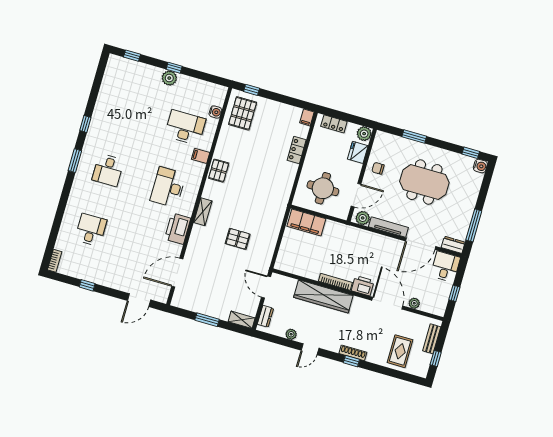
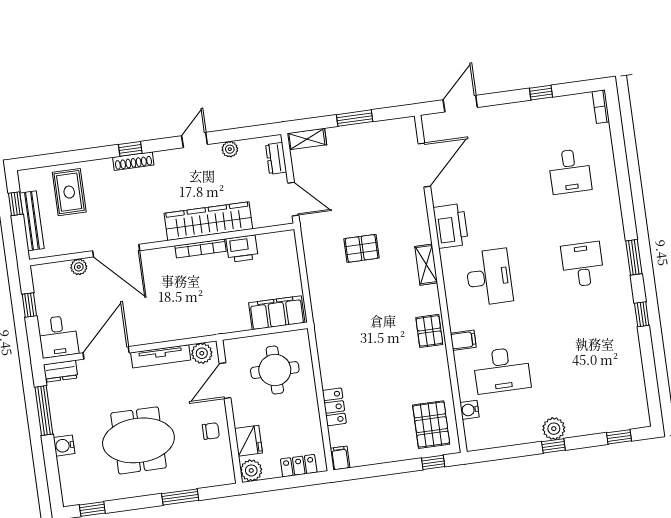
water cooler: (480, 166) -> (64, 446), moved
printer: (363, 286) -> (242, 249), moved
bench: (432, 339) -> (32, 221), width x1.36

